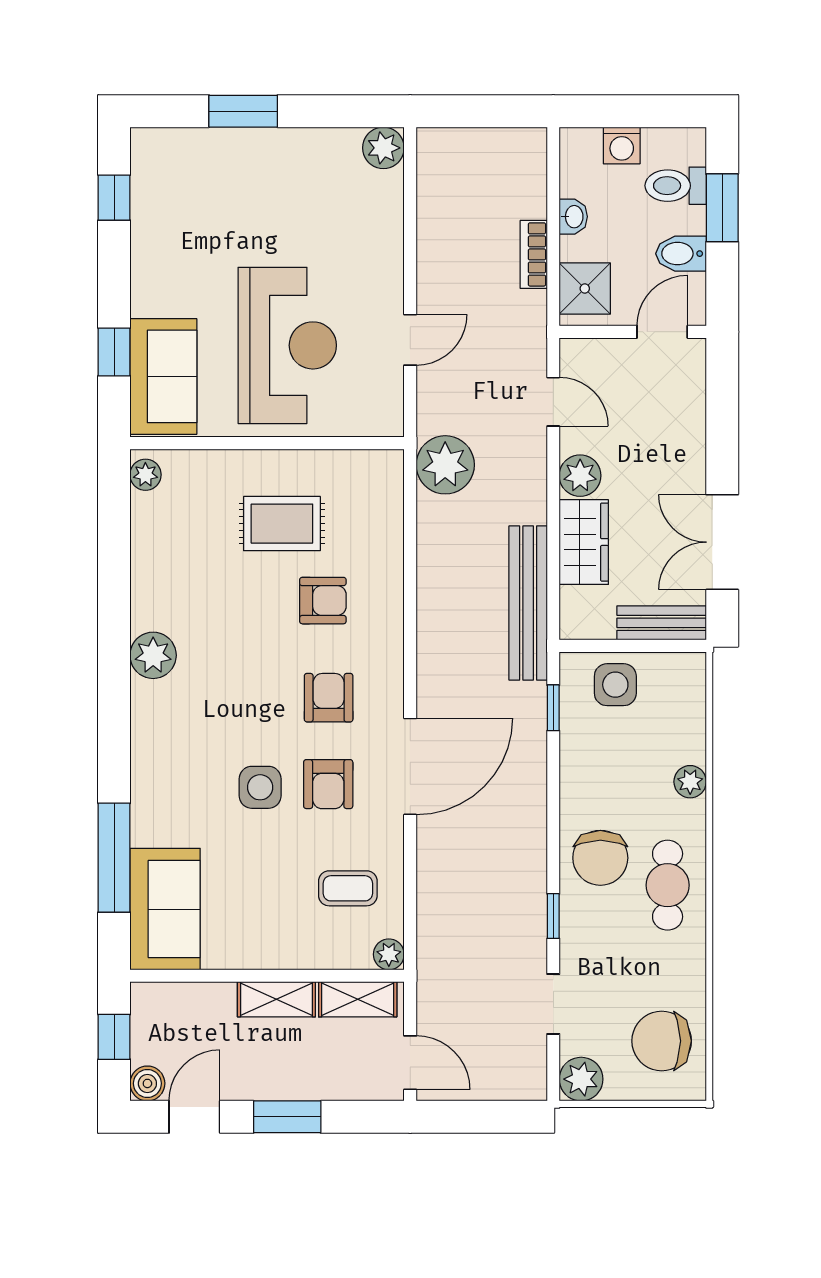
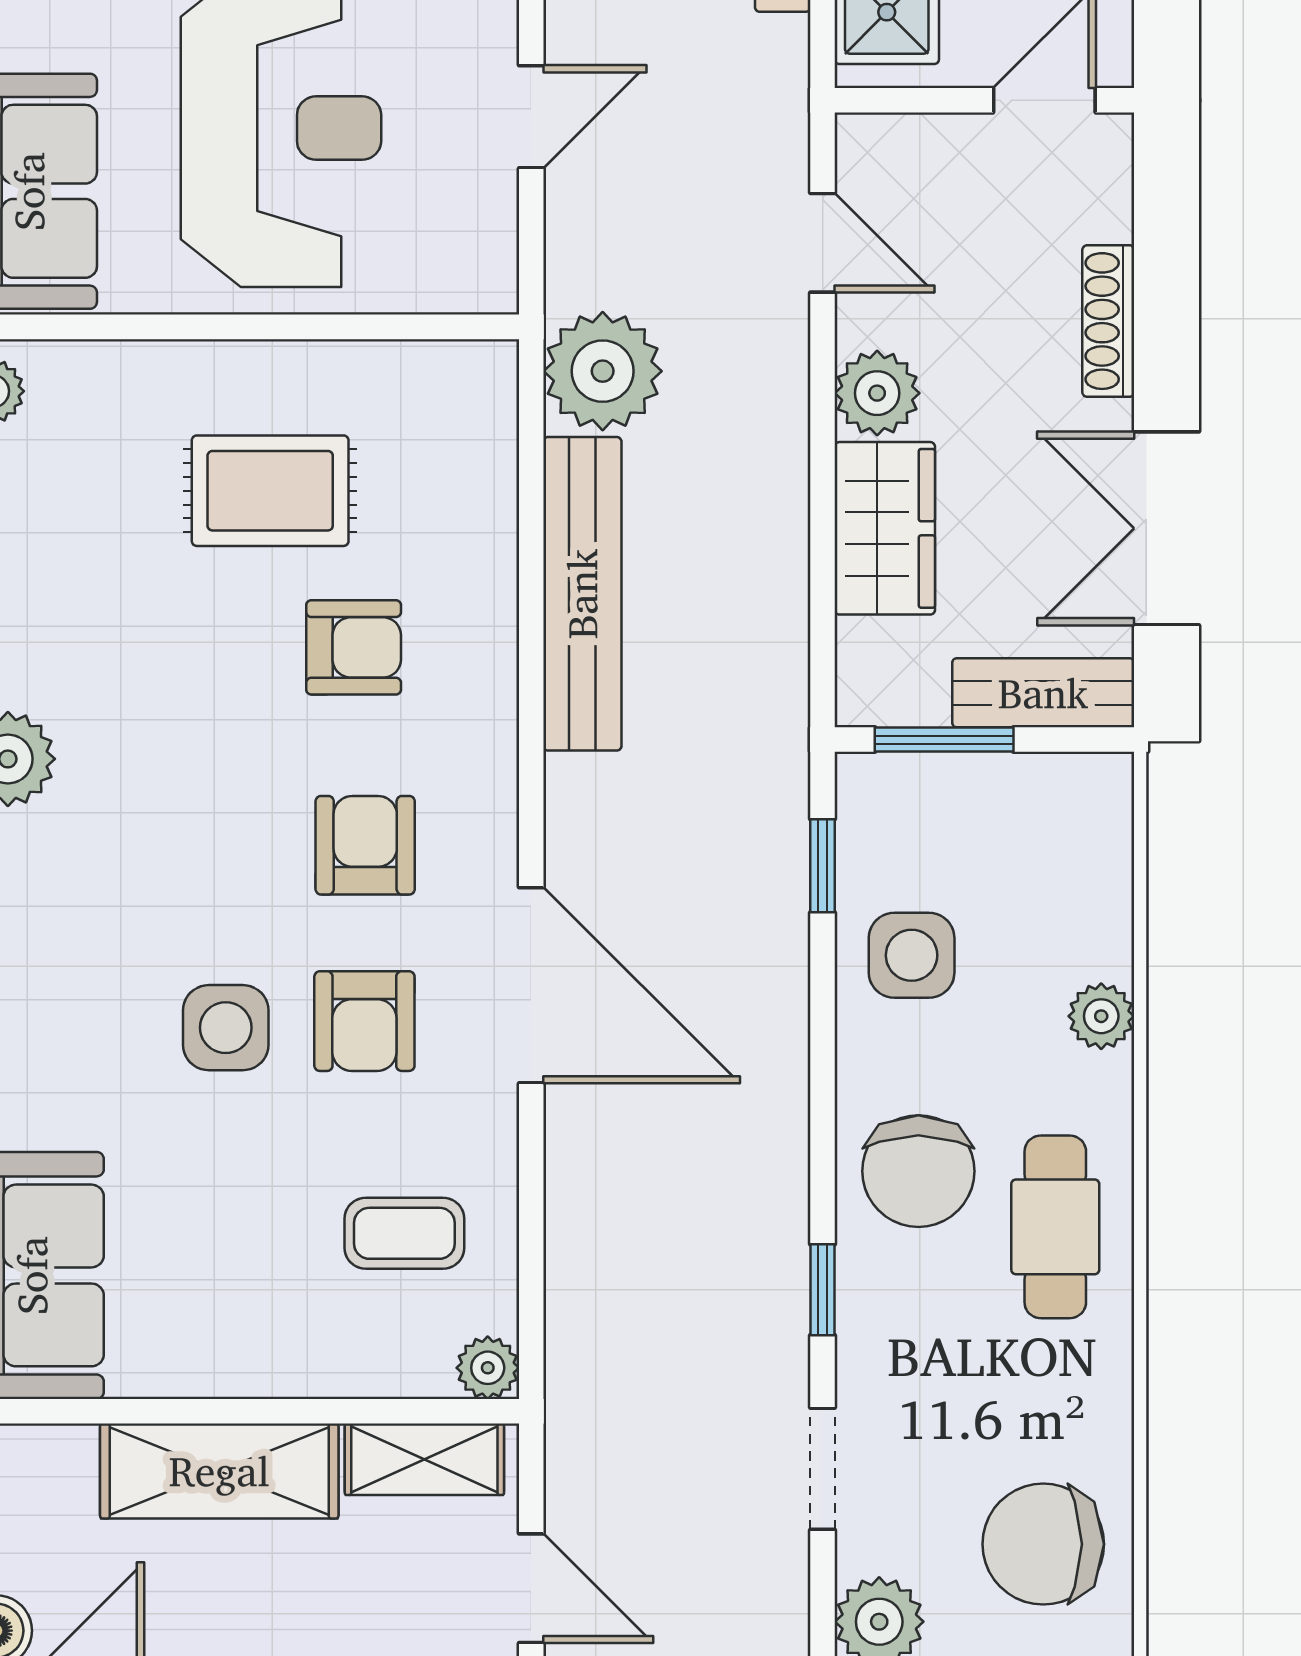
shoe rack: (694, 440) -> (1108, 321), added
bench: (528, 603) -> (582, 594), moved
window: (613, 646) -> (944, 740), added
side table: (615, 685) -> (912, 955), moved
door: (410, 766) -> (531, 985), hinge flipped
shelving: (276, 999) -> (219, 1471), width x1.50, depth x1.33

